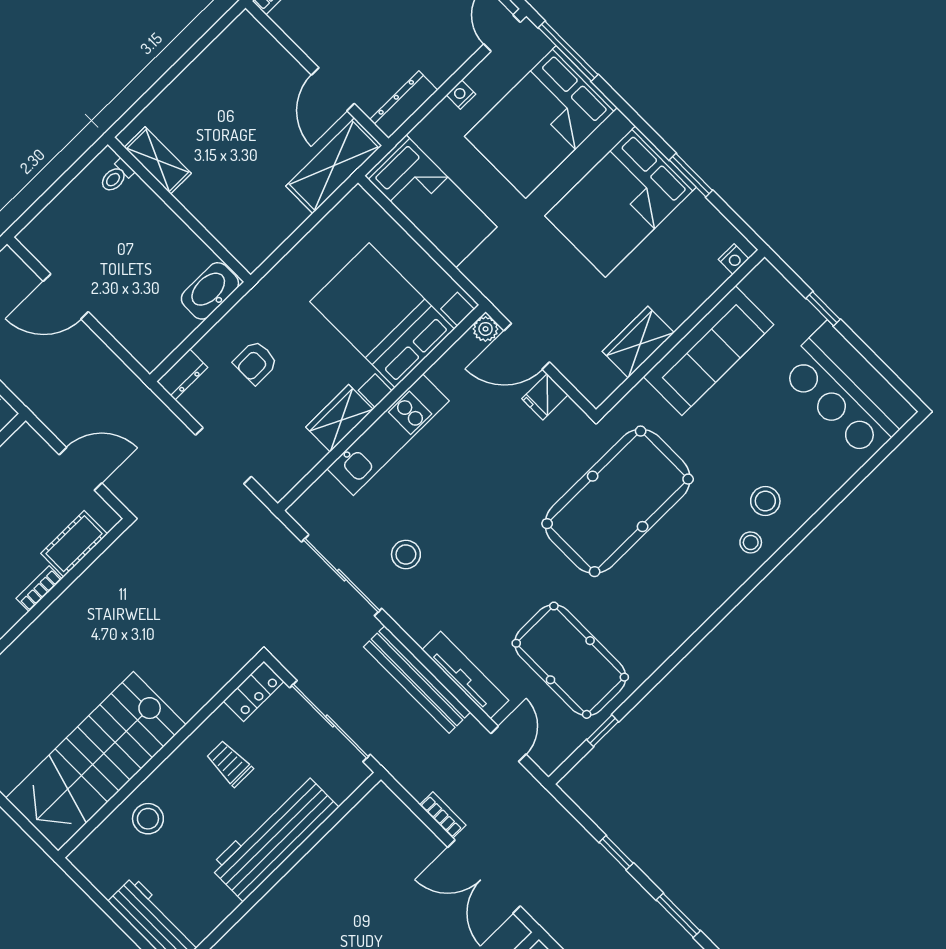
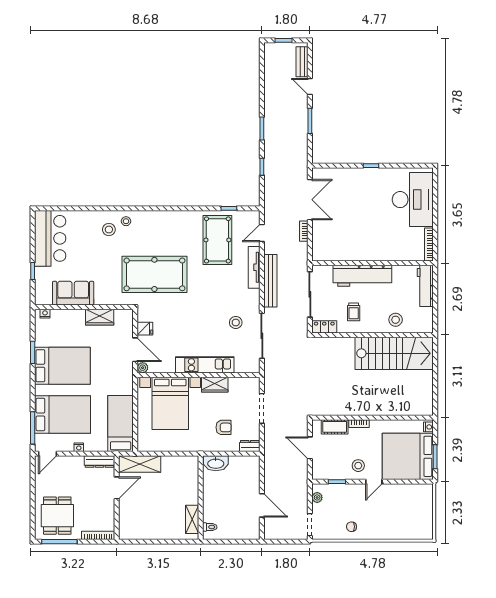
sofa: (708, 351) -> (73, 293), width x0.73

